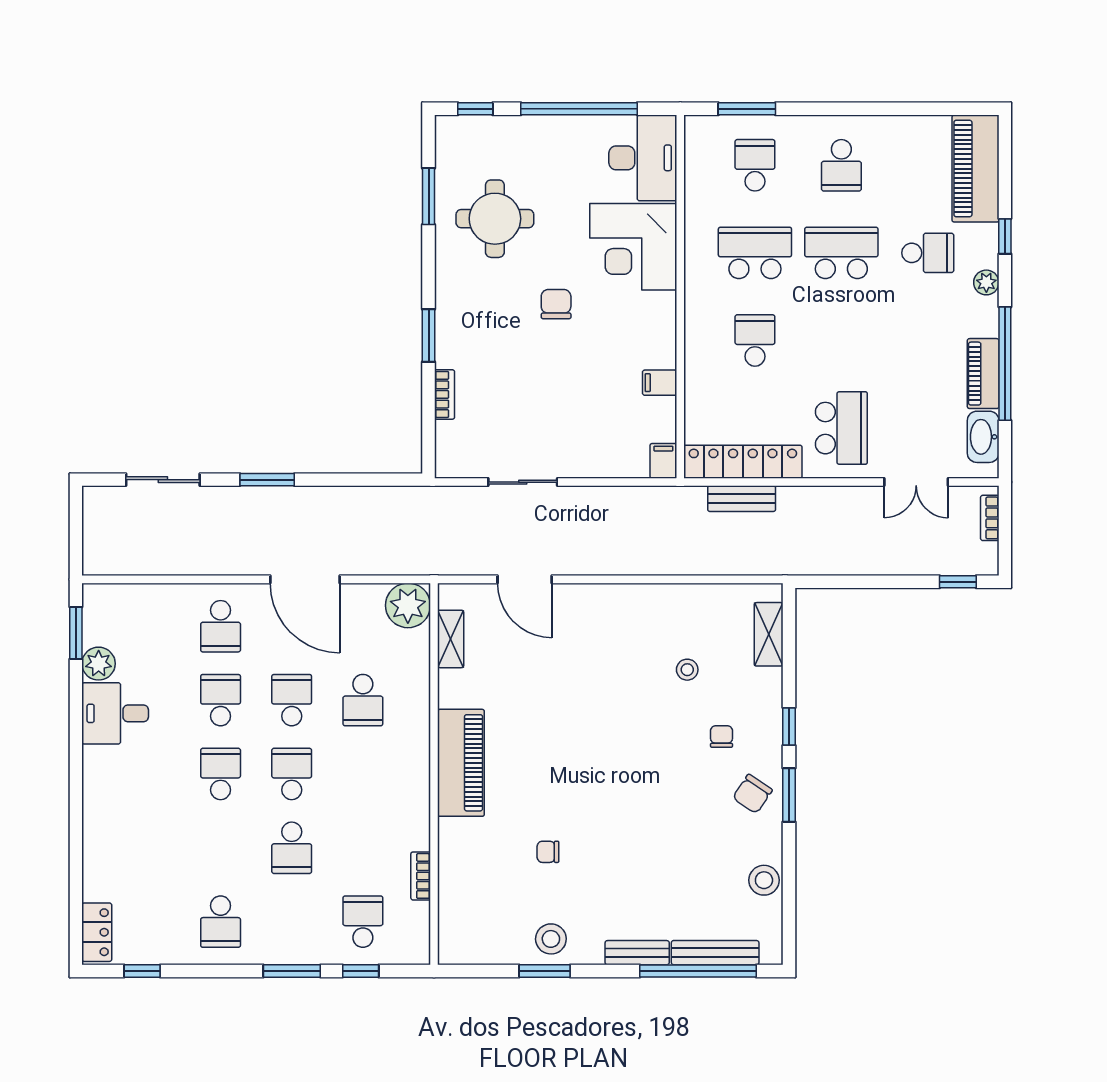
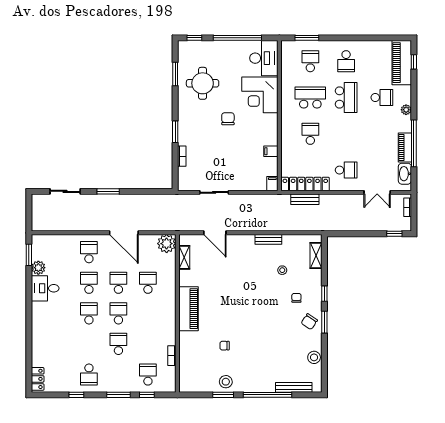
window: (1005, 236) -> (414, 62), moved
school desk: (841, 253) -> (346, 97), turned 90
school desk: (841, 428) -> (346, 170), width x0.54
school desk: (221, 626) -> (89, 252), turned 180
school desk: (363, 700) -> (148, 283), turned 180
school desk: (292, 848) -> (118, 344), turned 180
bench: (637, 953) -> (268, 239), moved
window: (142, 971) -> (76, 395), moved
window: (698, 971) -> (267, 395), moved

